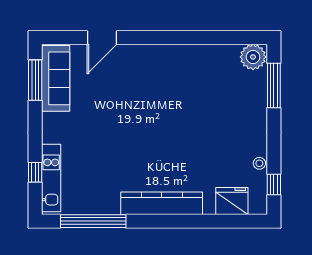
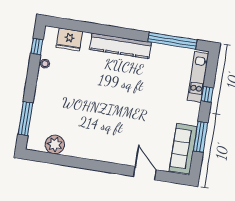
door: (102, 38) -> (145, 173), hinge flipped
plant: (253, 57) -> (55, 144), moved
window: (35, 80) -> (200, 137), moved
window: (35, 172) -> (207, 94), moved

